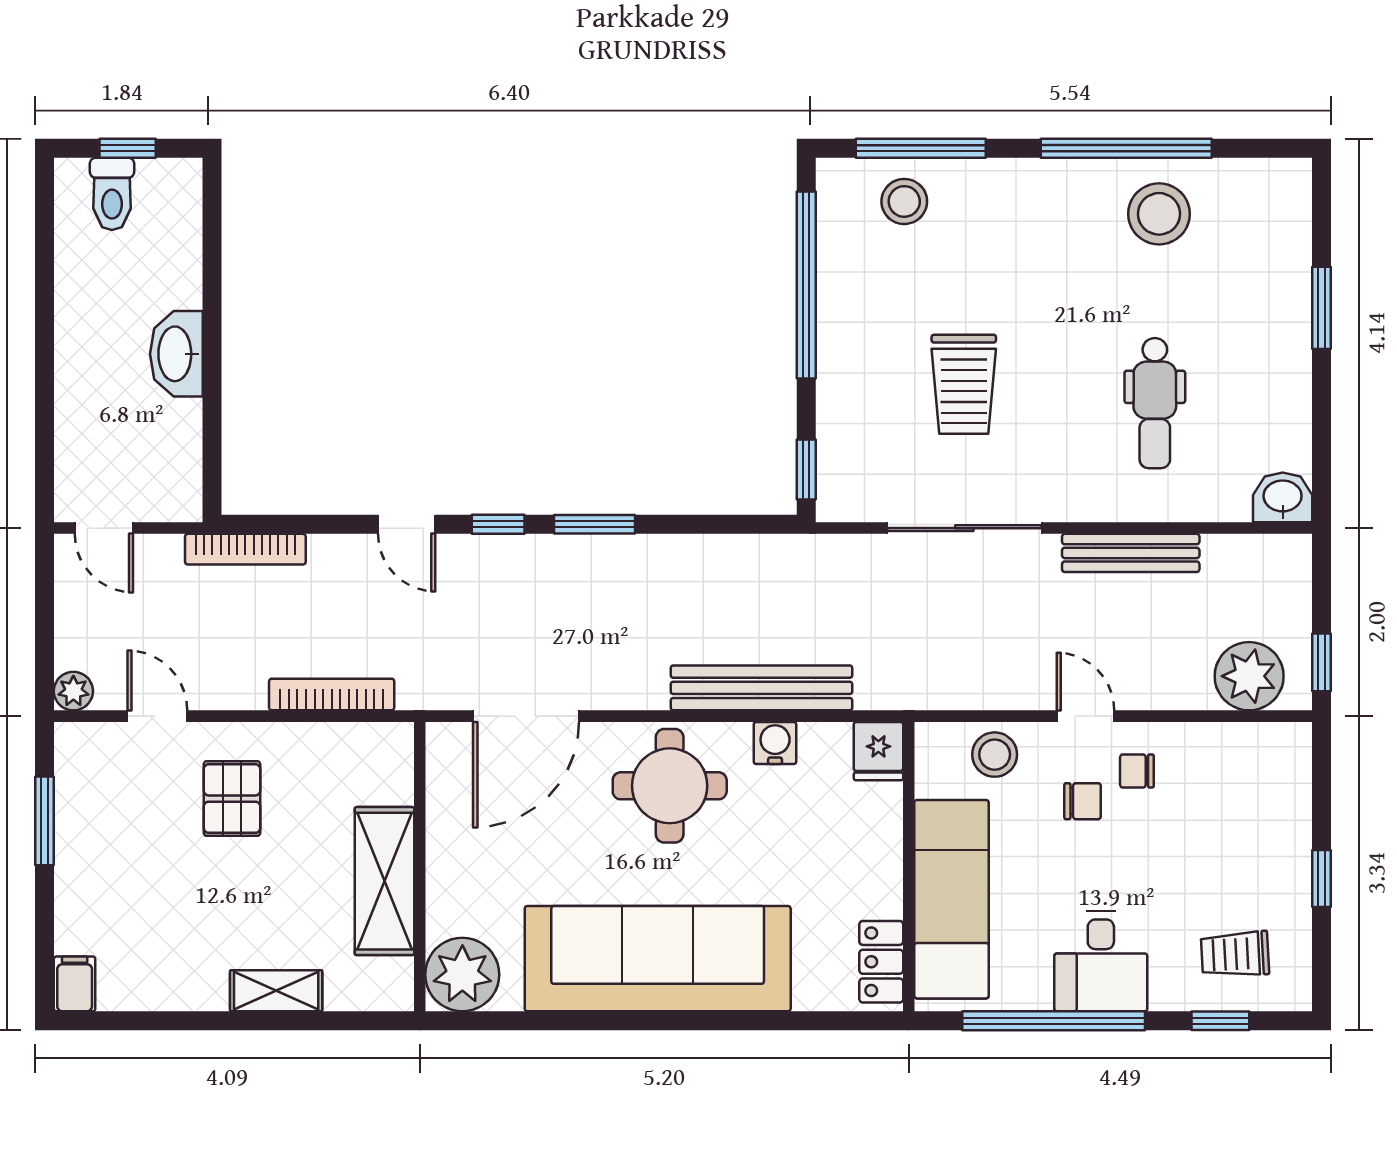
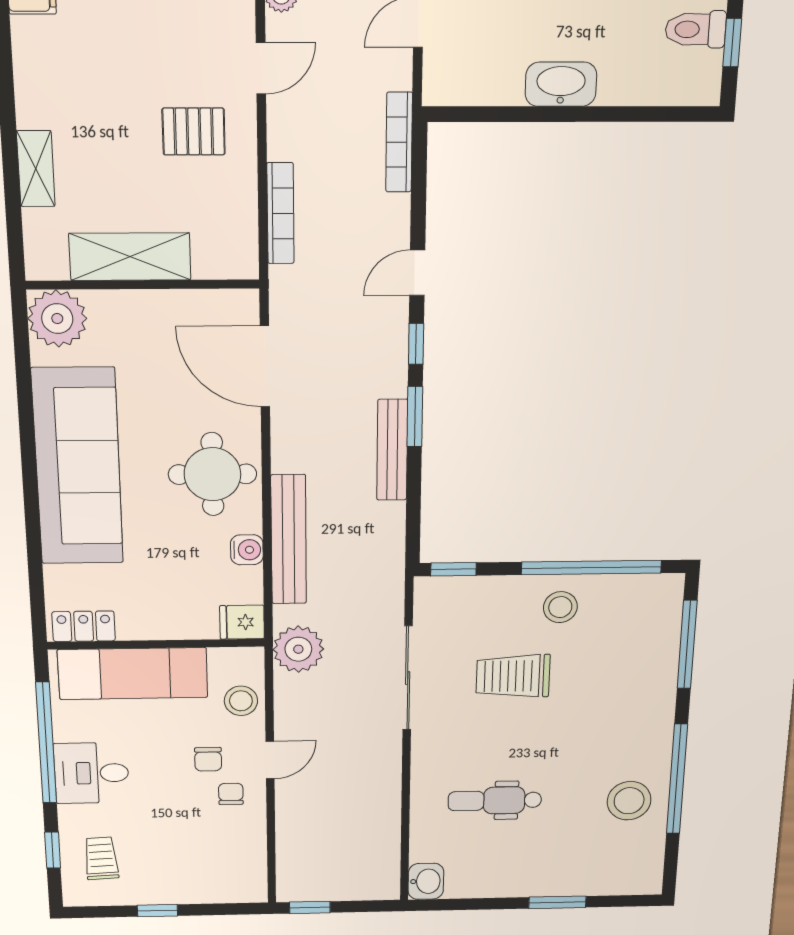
stool: (904, 201) -> (560, 607), moved
bench: (1131, 553) -> (392, 450), moved
plant: (1249, 676) -> (298, 649), moved

